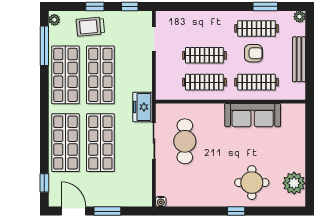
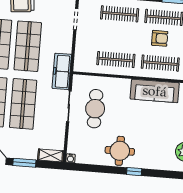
clothes rail: (204, 55) -> (120, 14), moved
freezer: (142, 107) -> (62, 71), width x1.40
round table: (252, 183) -> (120, 151), moved
shelving: (137, 200) -> (51, 155), added

